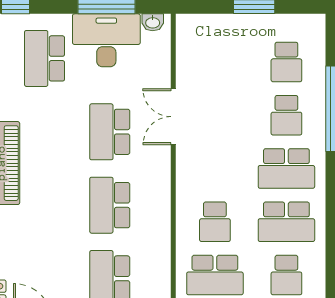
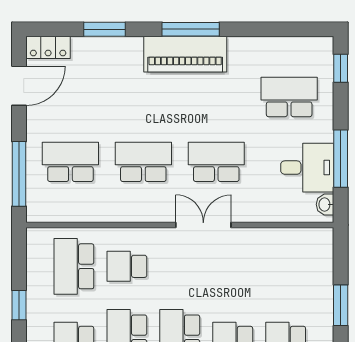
desk: (106, 40) -> (307, 168), width x0.73
double door: (173, 117) -> (203, 225), moved

